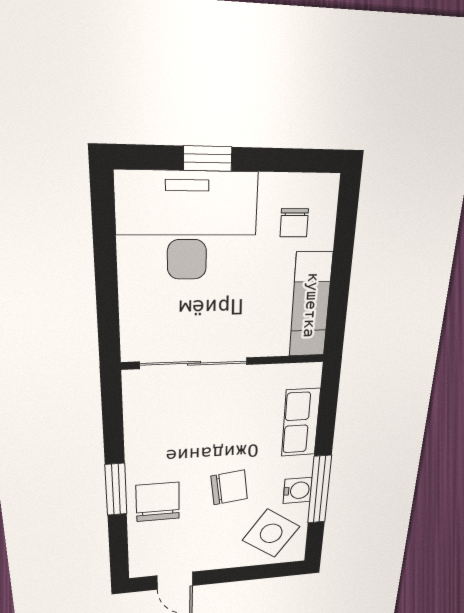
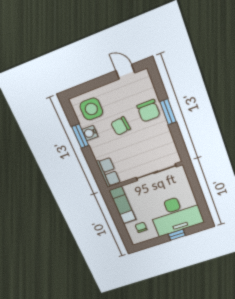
row of seats: (301, 423) -> (108, 172), moved
window: (320, 490) -> (80, 136), width x0.69
side table: (271, 533) -> (91, 109), turned -35

